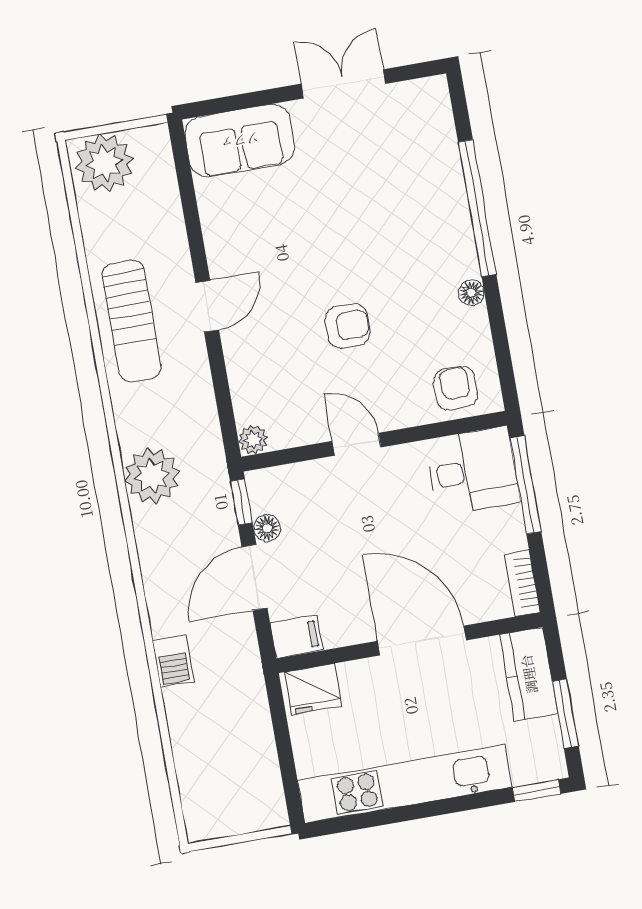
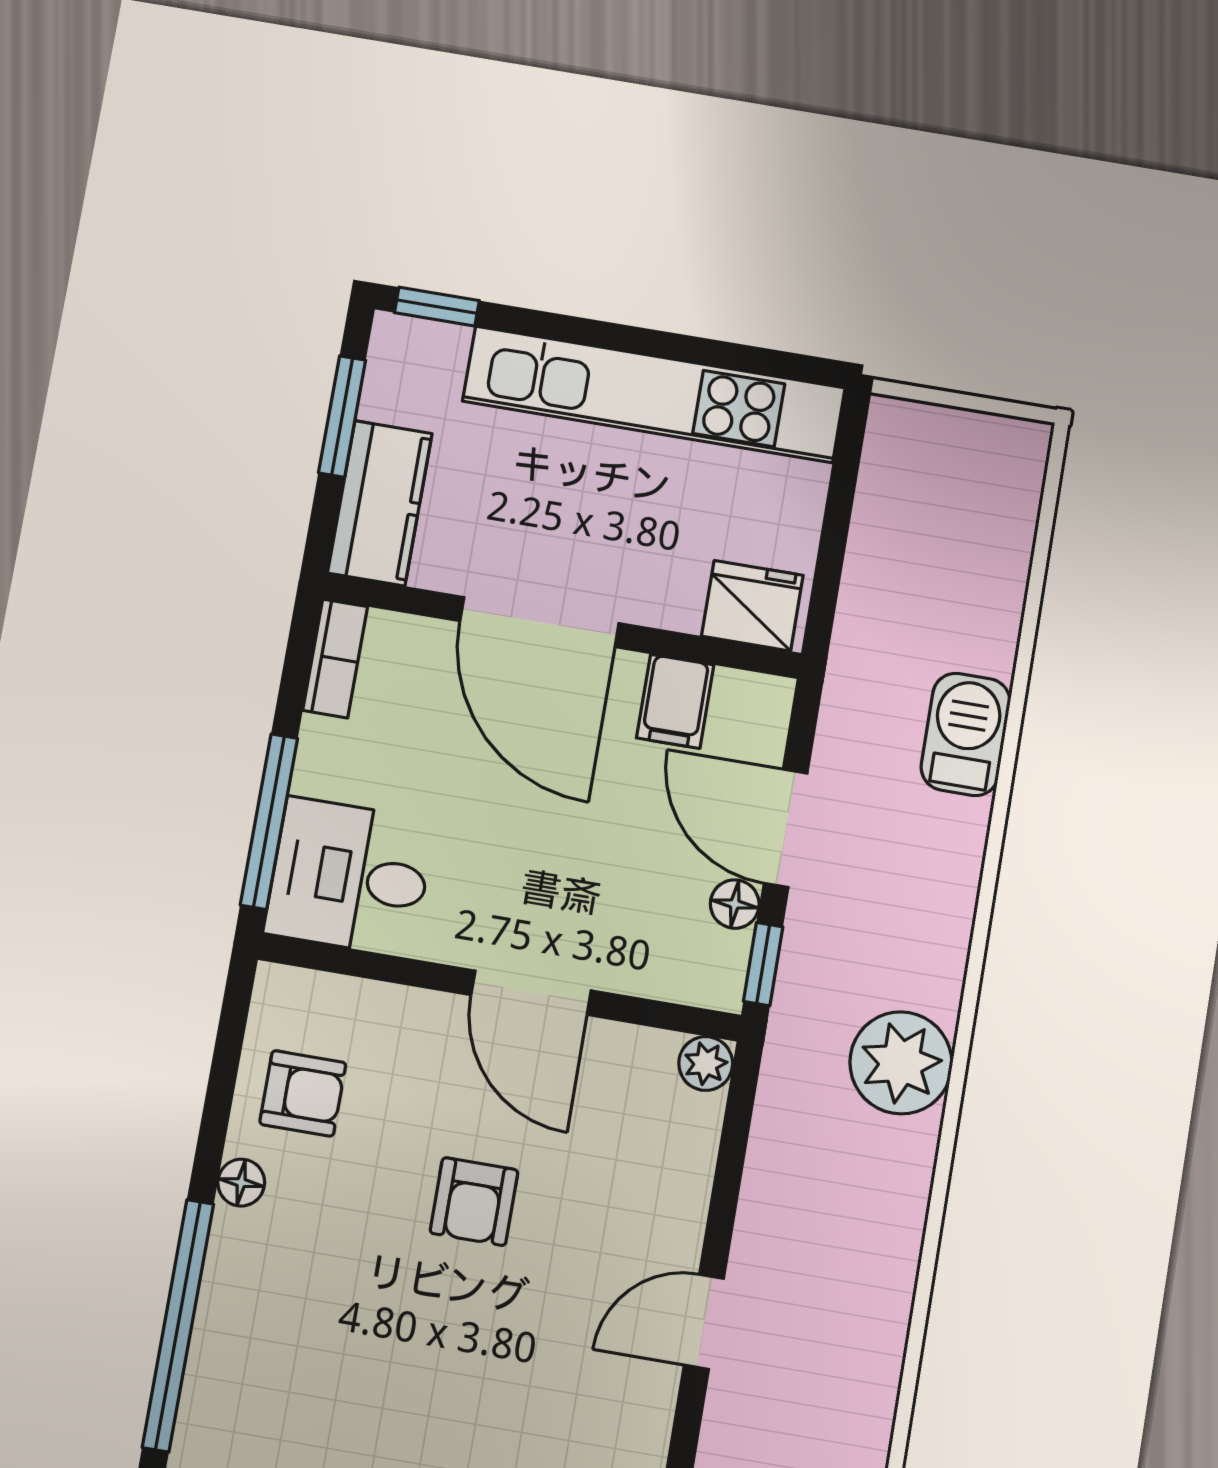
sun lounger: (132, 321) -> (844, 1343), removed
armchair: (348, 326) -> (474, 1201), turned -90
armchair: (455, 388) -> (303, 1093), moved, turned -90
door: (357, 444) -> (531, 993), width x1.38
door: (254, 577) -> (786, 828), swing flipped
filing cabinet: (297, 637) -> (675, 701), moved, turned -90
barbecue: (173, 661) -> (966, 734), width x1.38, depth x1.27

